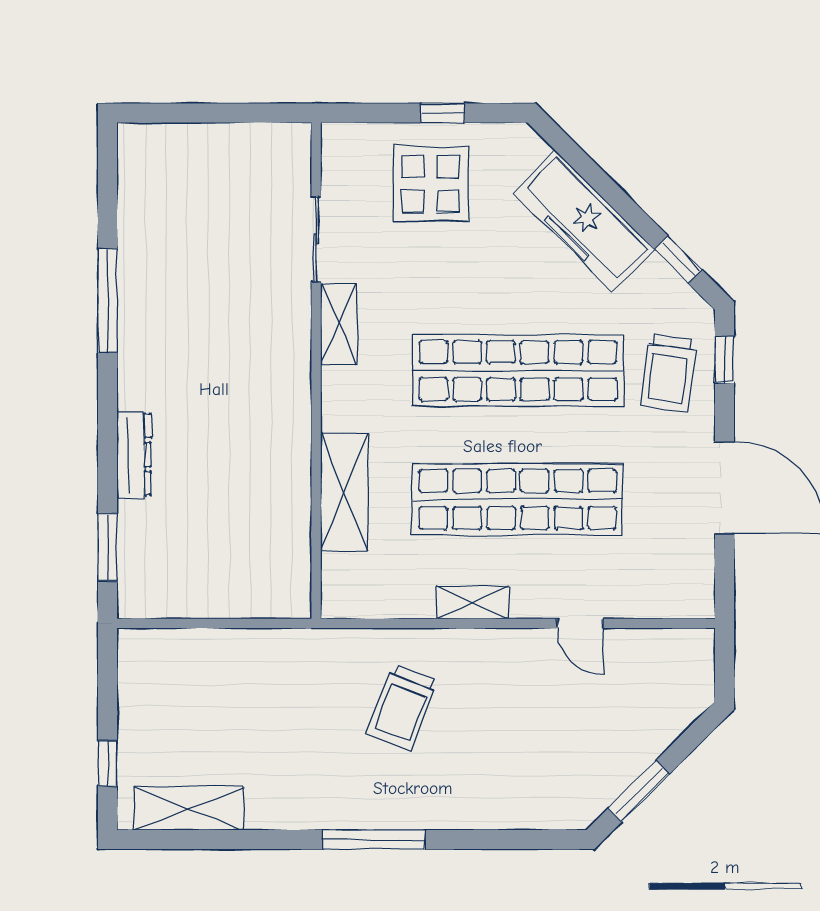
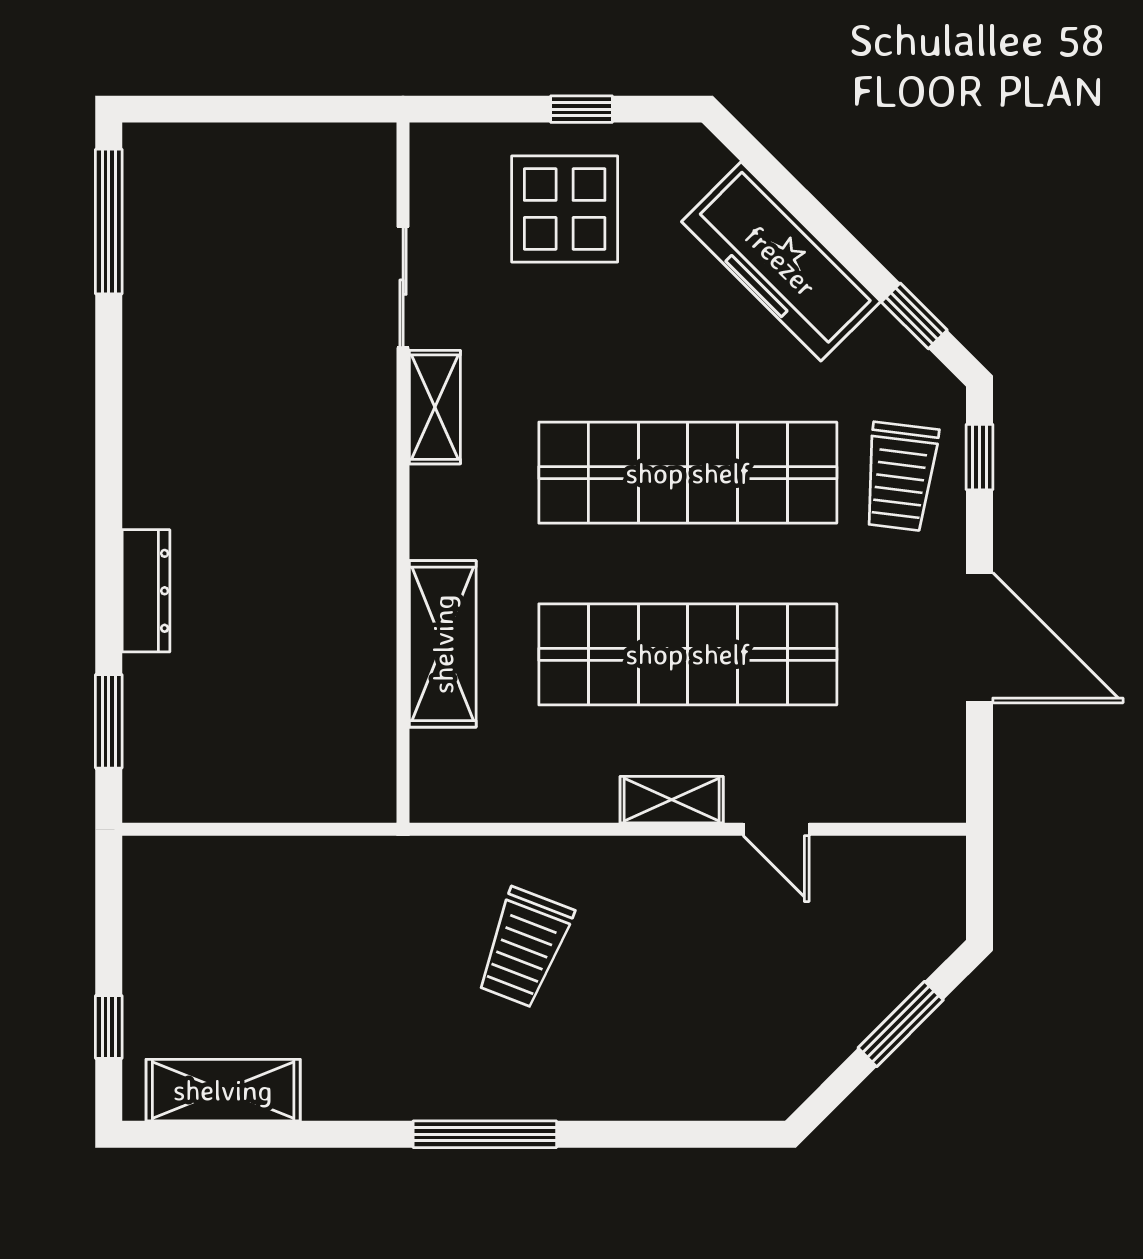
window: (107, 300) -> (109, 222), moved
shelving: (473, 602) -> (672, 800), moved
window: (639, 791) -> (901, 1024), moved

